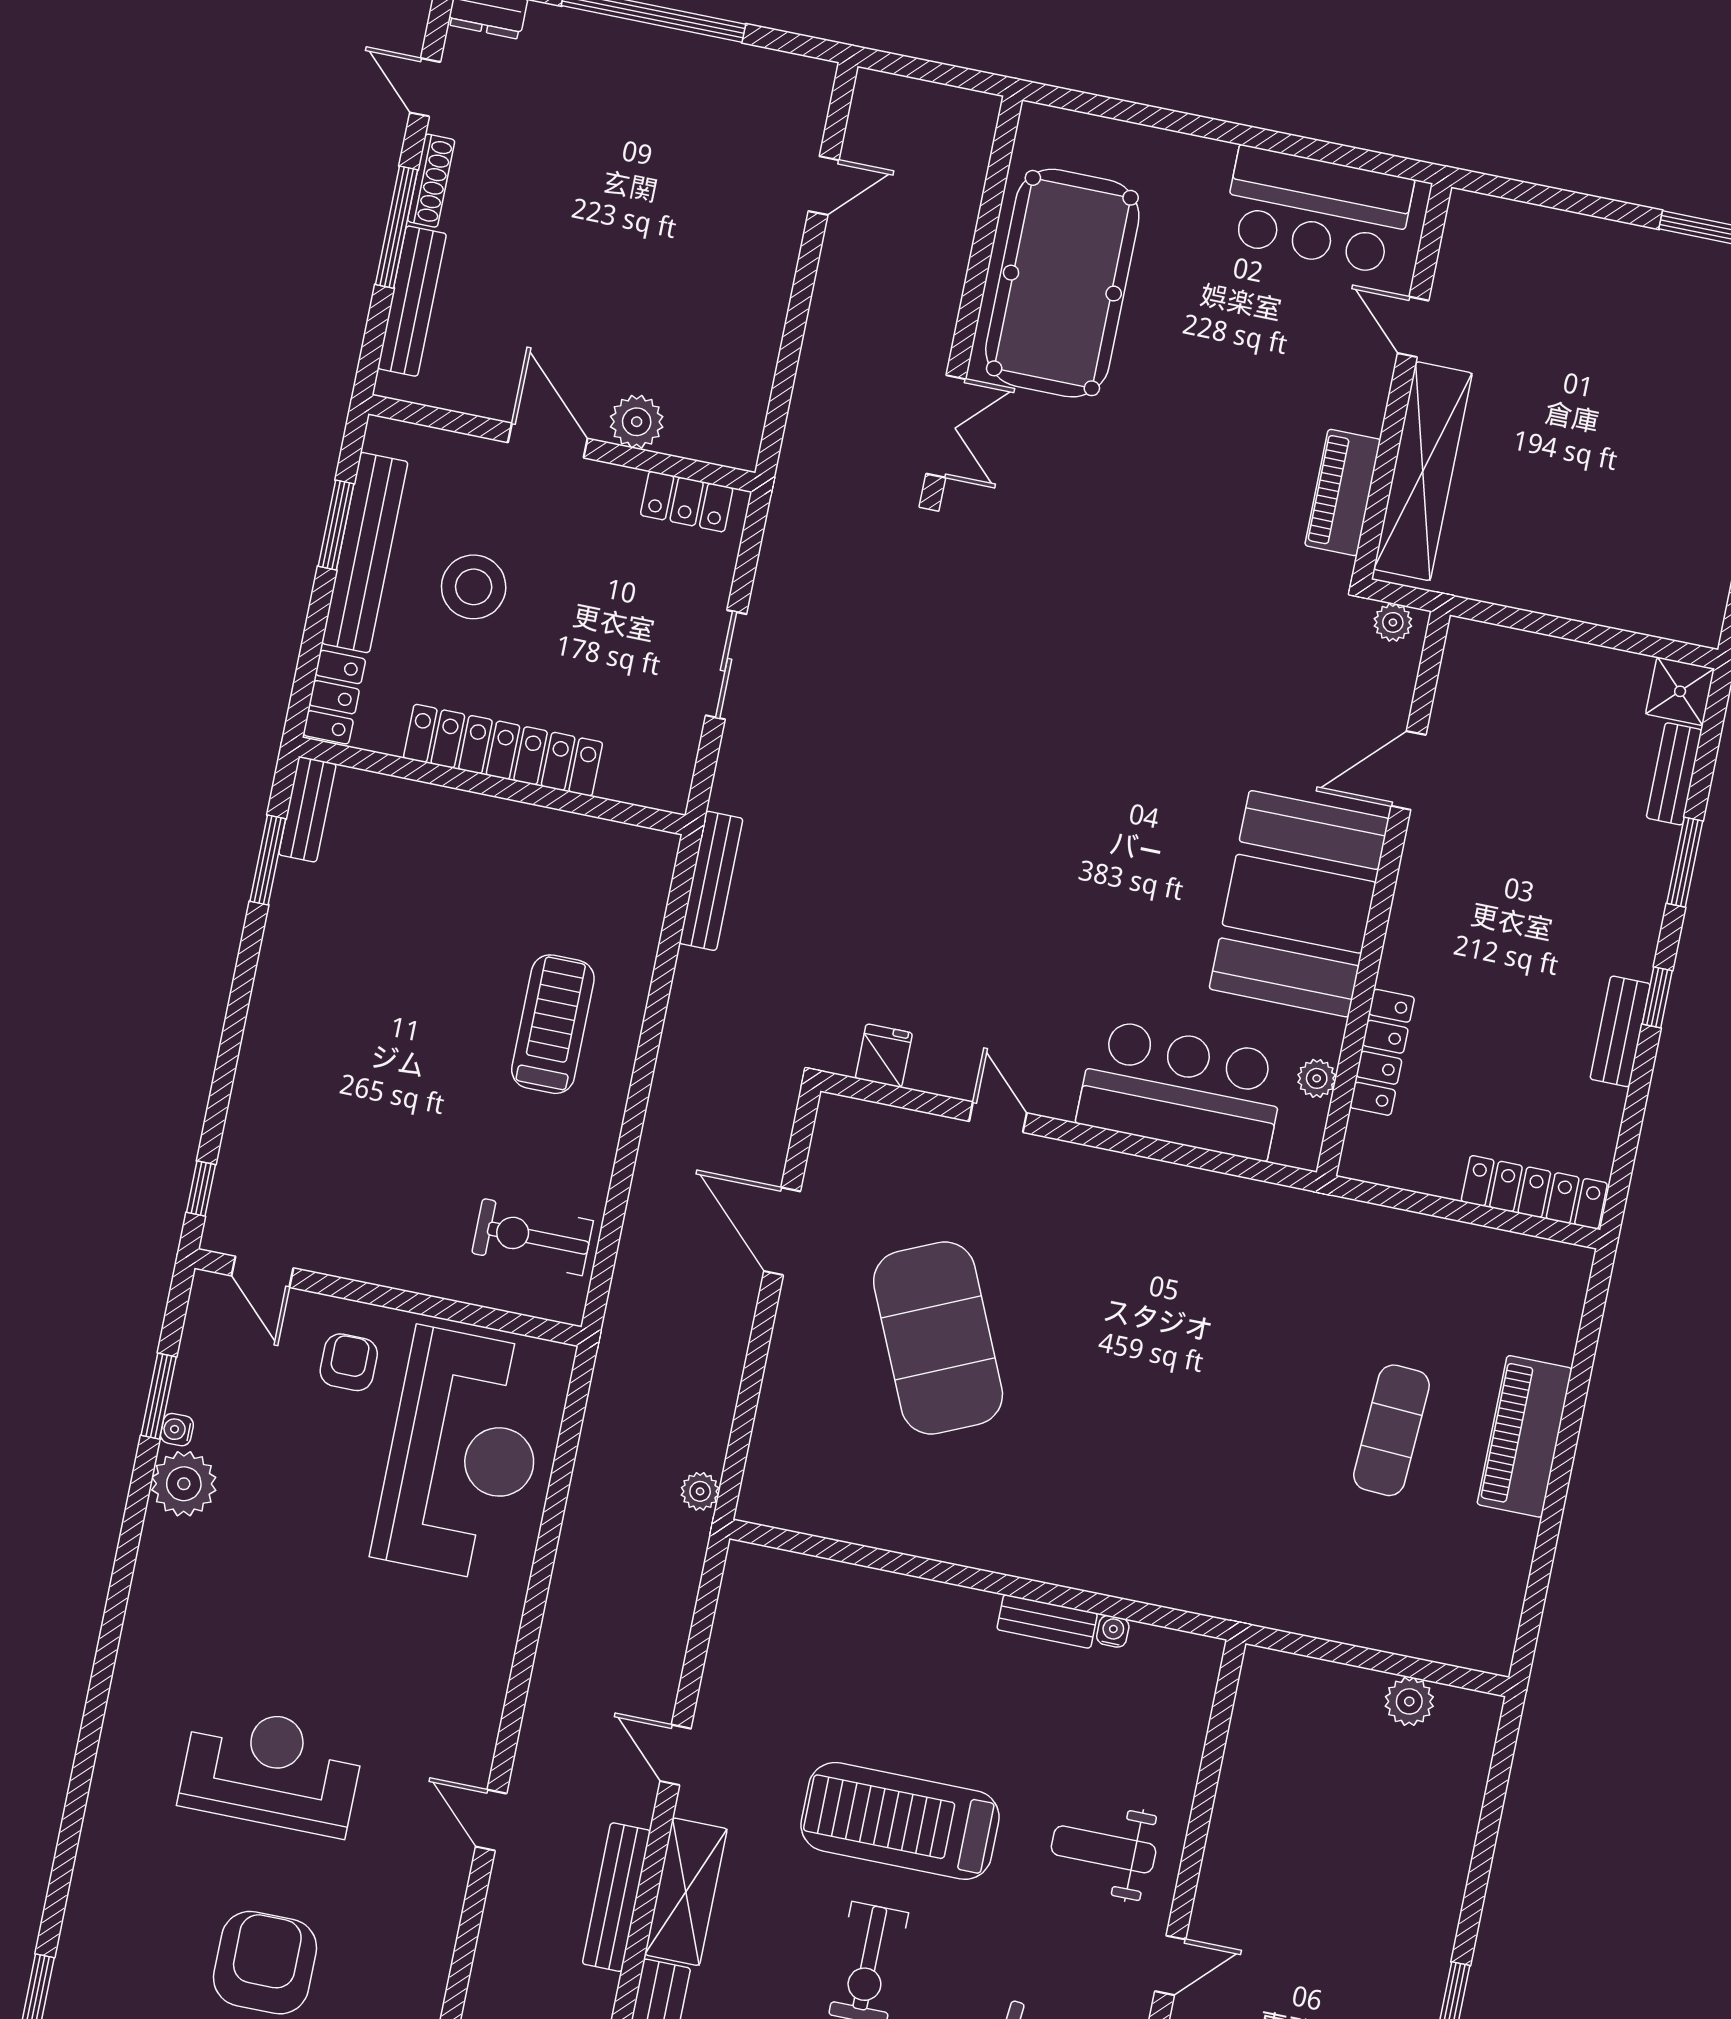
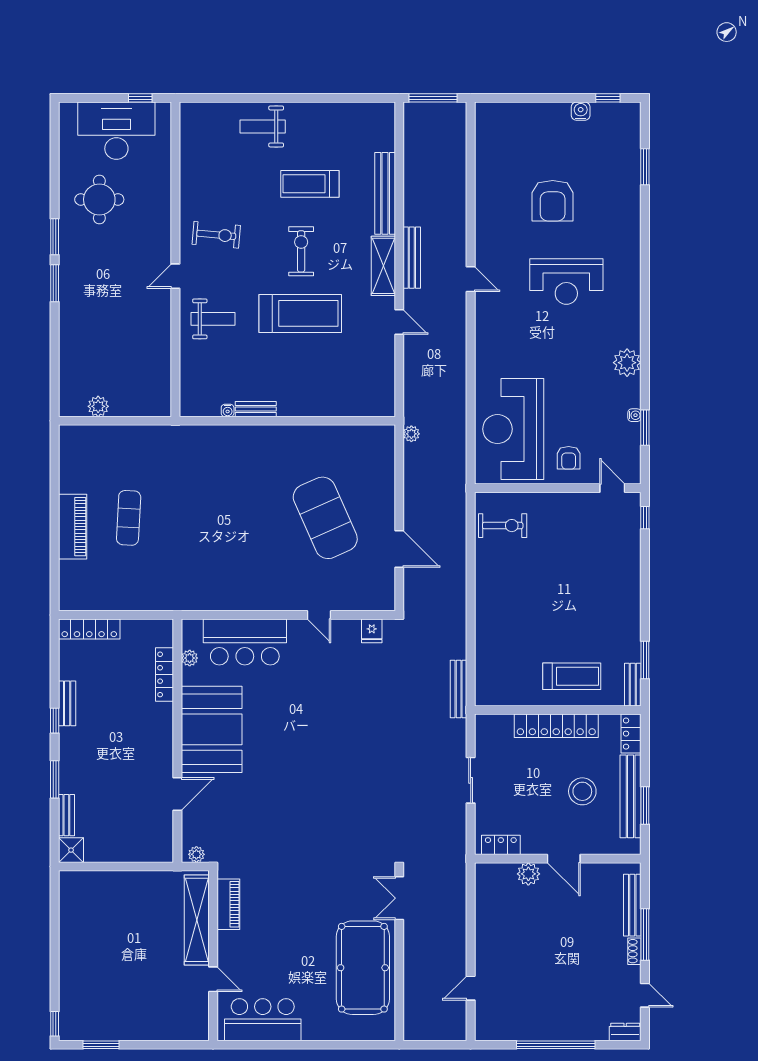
shoe rack: (431, 181) -> (634, 951), width x0.70
treadmill: (553, 1024) -> (572, 676), moved, turned -90
plant: (184, 1484) -> (627, 363), moved

